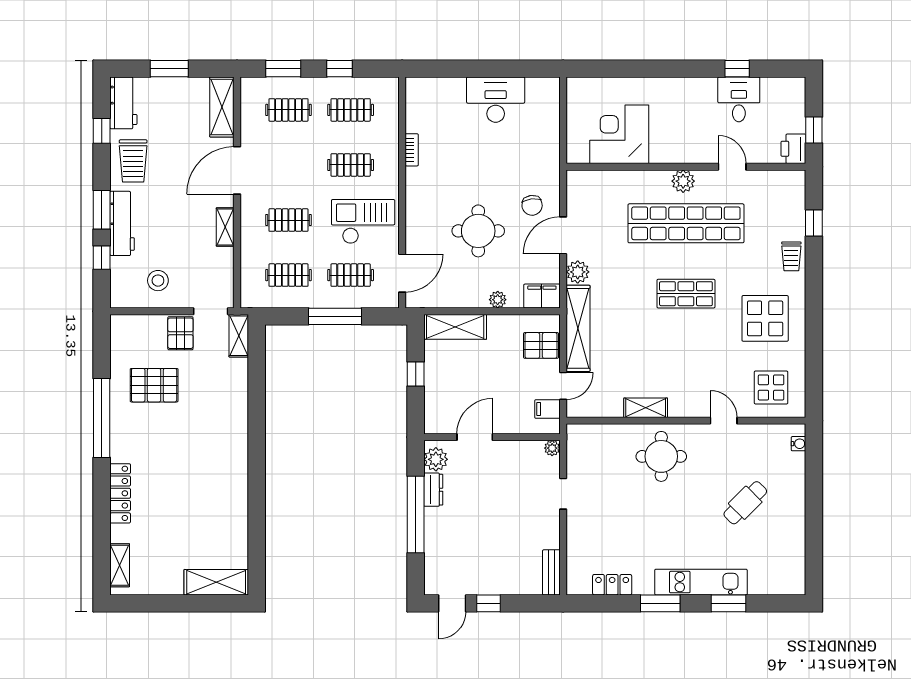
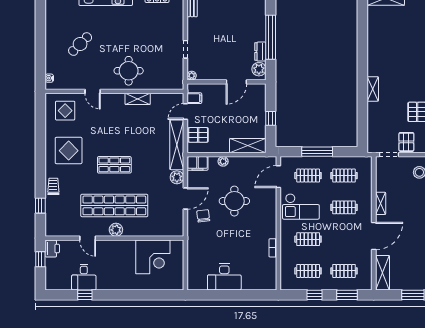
shelving: (239, 336) -> (373, 89), moved

